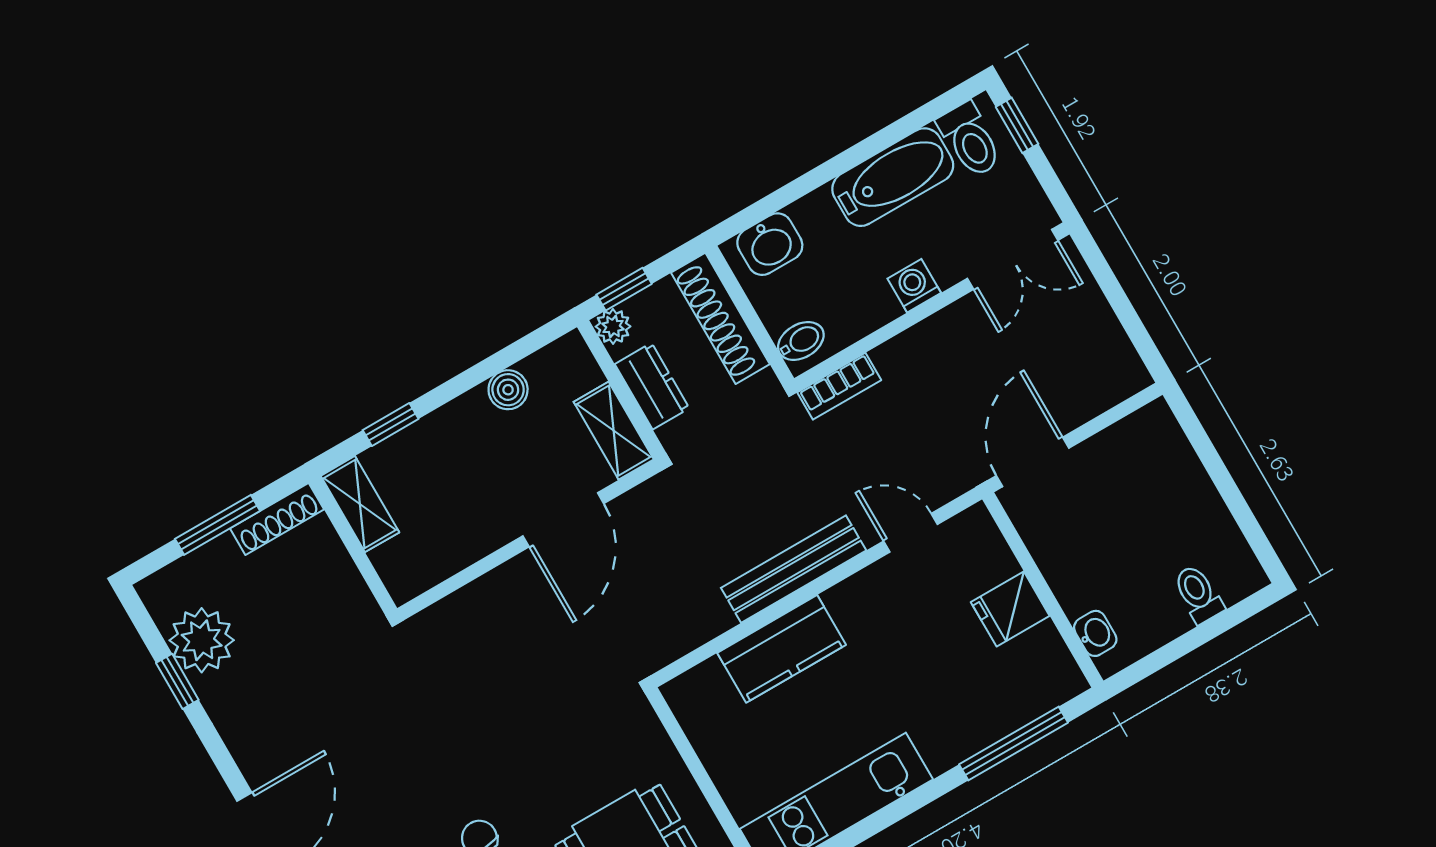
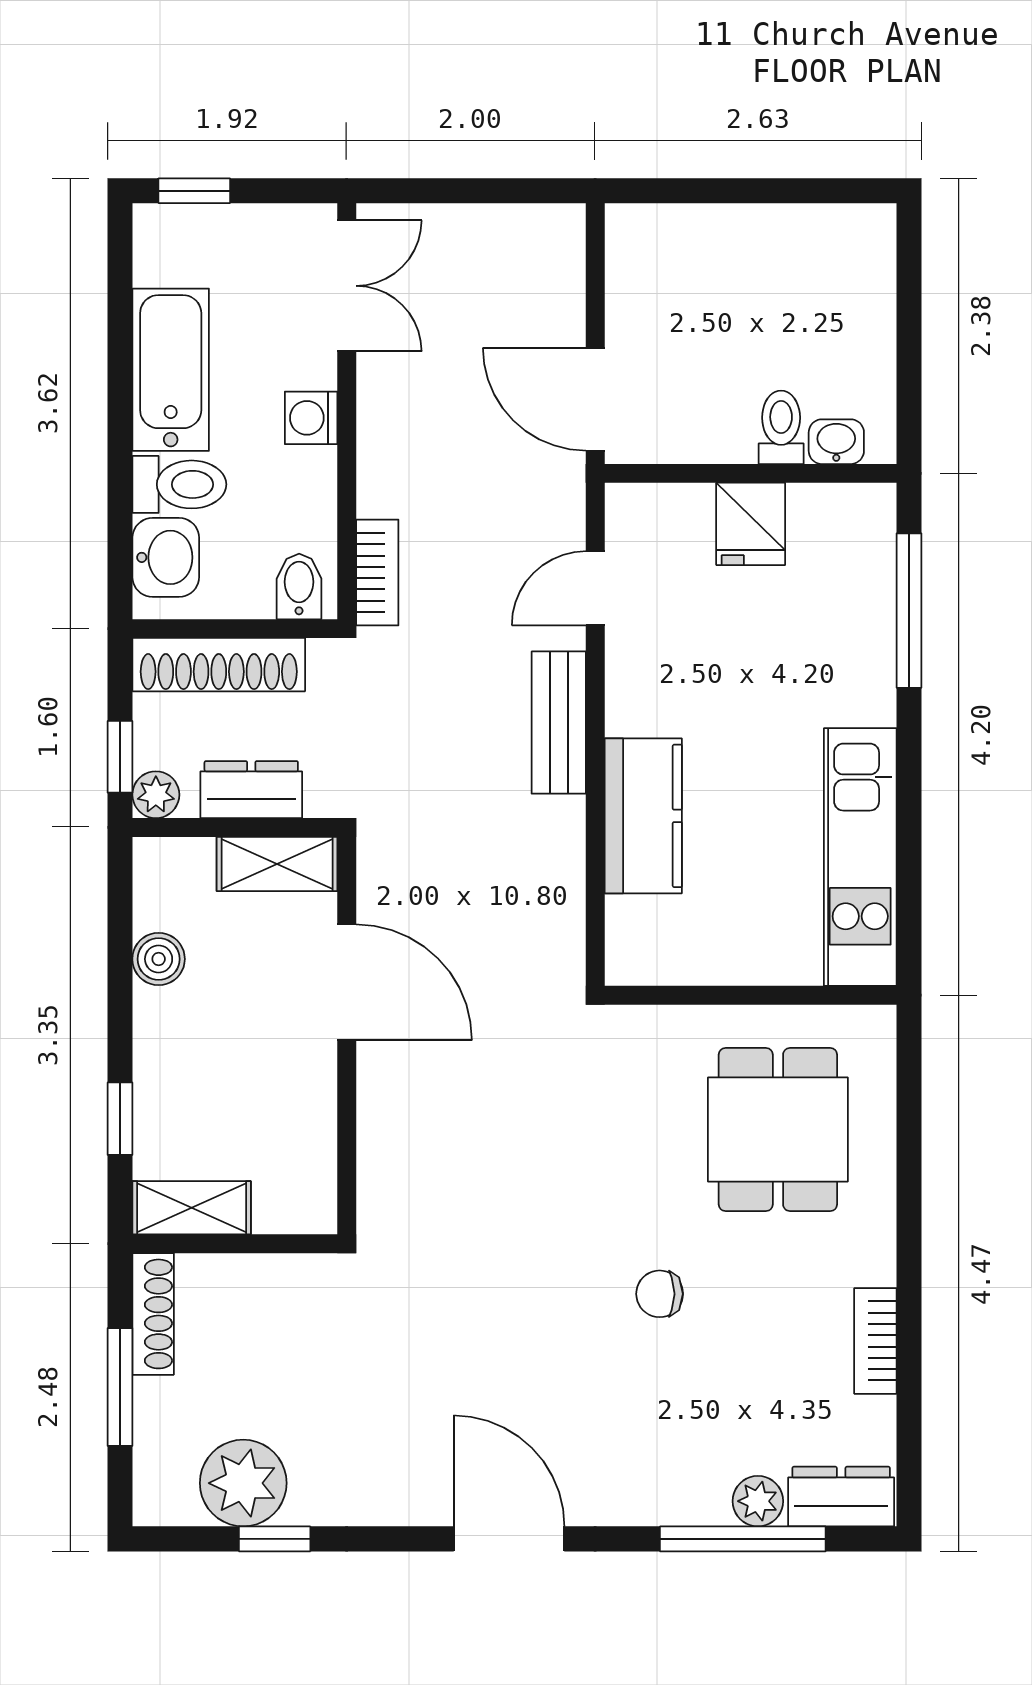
toilet: (970, 140) -> (179, 484), moved
bench: (794, 569) -> (559, 723), width x0.73
toilet: (1198, 594) -> (781, 427), moved, turned 90

